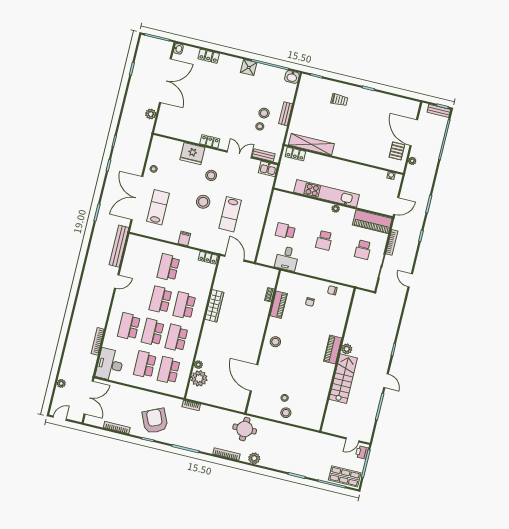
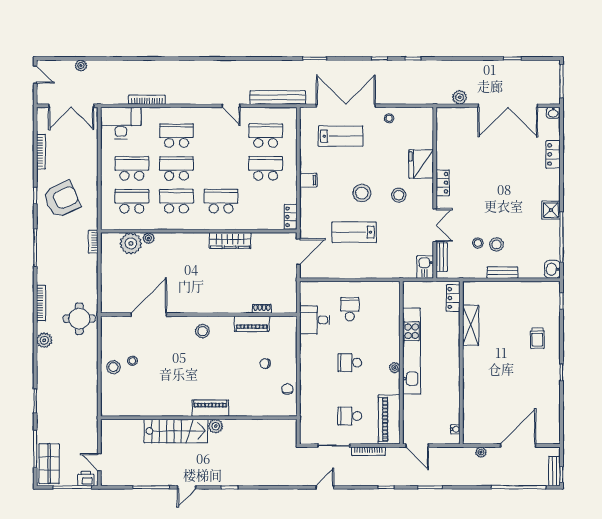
shelving: (311, 144) -> (471, 325), width x0.68
pallet: (397, 151) -> (489, 429), removed
school desk: (160, 300) -> (266, 136), moved

